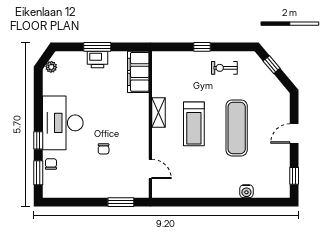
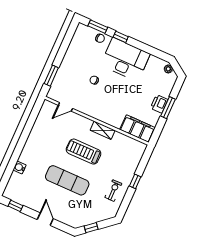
window: (272, 65) -> (91, 228), moved

